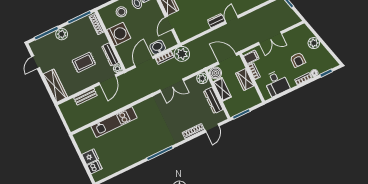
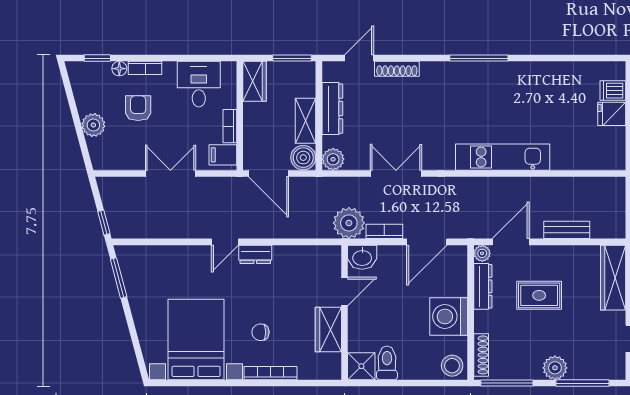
stool: (121, 12) -> (452, 366), moved
washbasin: (158, 47) -> (362, 257), moved
wardrobe: (245, 79) -> (255, 81), moved
kitchen unit: (114, 122) -> (503, 157), moved

